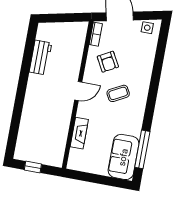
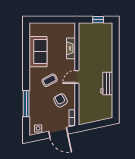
workbench: (41, 58) -> (107, 84), moved
window: (142, 149) -> (26, 104), moved
sofa: (123, 157) -> (38, 52), moved

